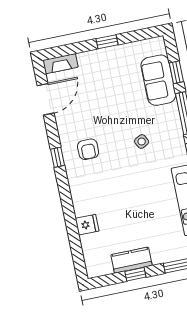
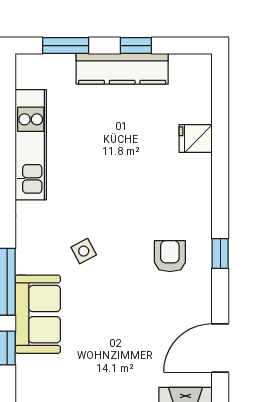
sofa: (158, 80) -> (38, 314), moved
kitchen counter: (132, 260) -> (122, 69), width x1.50

